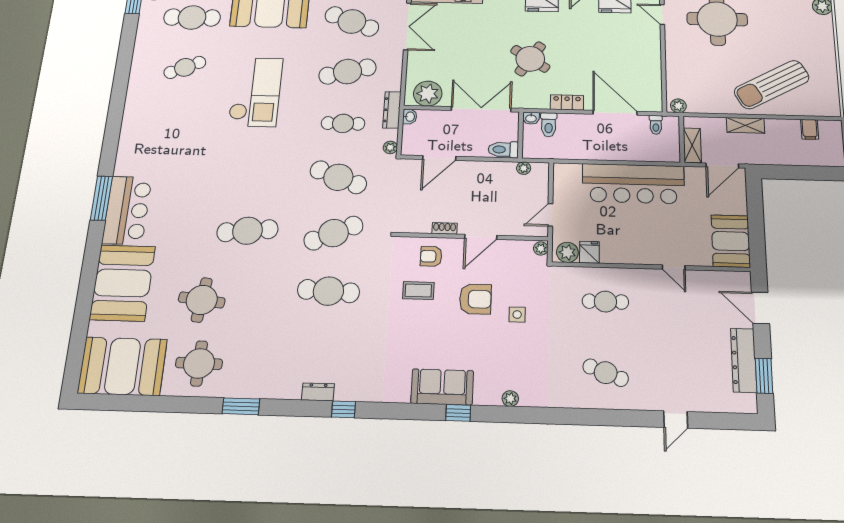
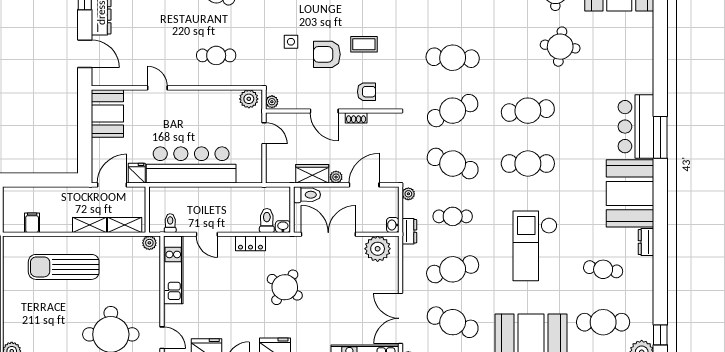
cafe table: (185, 67) -> (603, 269), turned 33
kitchen unit: (652, 79) -> (173, 270), added
sun lounger: (772, 85) -> (64, 267), turned -151
dresser: (134, 93) -> (646, 242), added
double door: (481, 109) -> (328, 234), swing flipped
dresser: (392, 110) -> (409, 231), width x0.70
door: (615, 113) -> (207, 234), width x0.53
shelving: (692, 145) -> (125, 225), moved, turned 90
plant: (524, 168) -> (336, 177), moved
wardrobe: (497, 171) -> (312, 174), added
cafe table: (254, 175) -> (528, 164), added
door: (550, 215) -> (264, 133), hinge flipped
door: (481, 237) -> (324, 111), swing flipped
fridge: (589, 252) -> (137, 173), moved, turned 180
booth: (123, 283) -> (630, 193), moved
coffee table: (418, 291) -> (364, 44), moved

